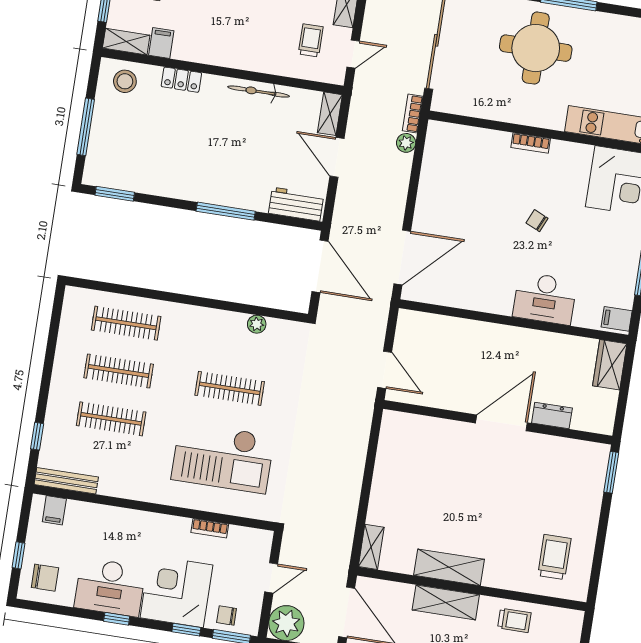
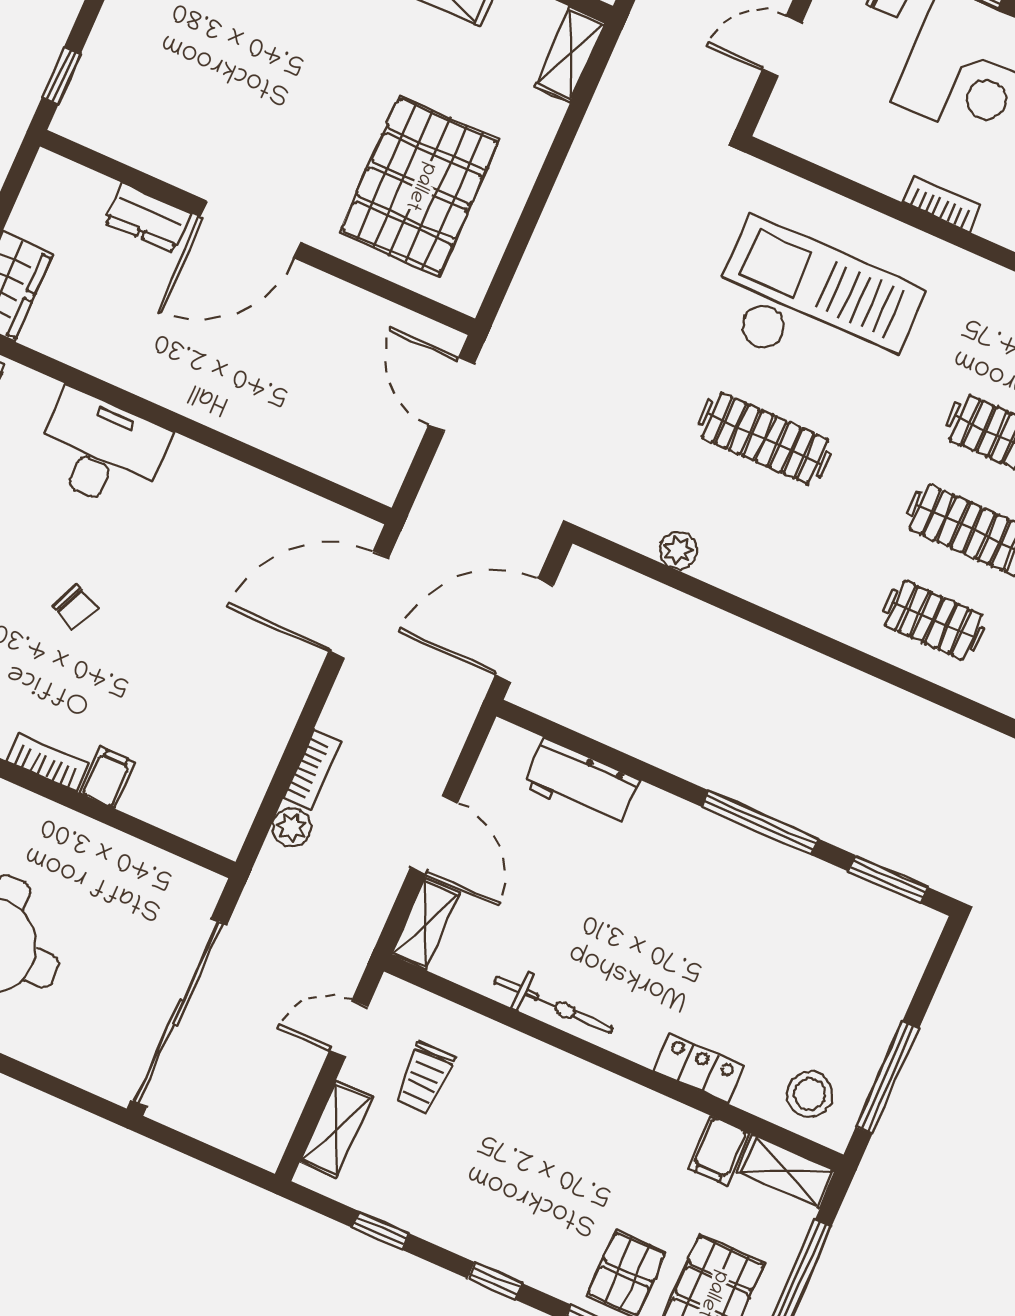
bookcase: (413, 114) -> (312, 770), moved
window: (86, 127) -> (887, 1077), moved
filing cabinet: (500, 143) -> (107, 777), added
workbench: (296, 204) -> (581, 783), moved
window: (226, 211) -> (760, 823), moved
door: (320, 266) -> (524, 631), hinge flipped
clothes rail: (126, 323) -> (933, 620), width x0.73
pallet: (426, 465) -> (420, 186), added
window: (611, 472) -> (61, 76), width x0.67
bookcase: (210, 528) -> (942, 204), moved

